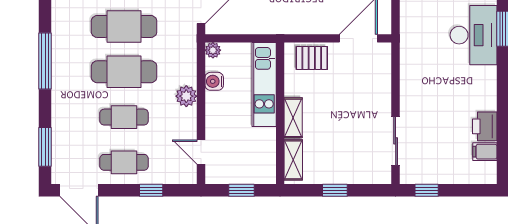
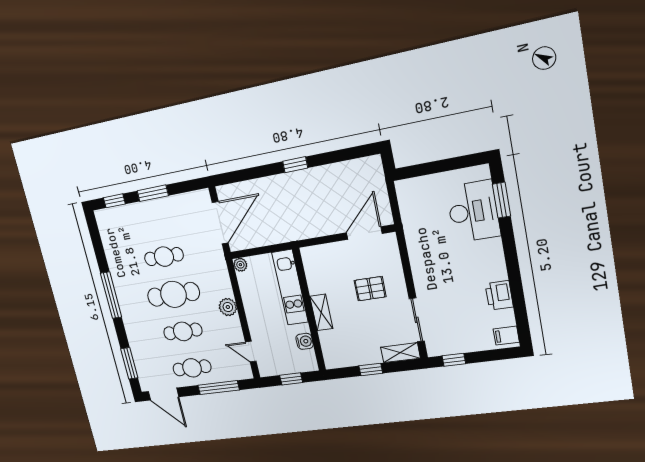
cafe table: (124, 26) -> (164, 257), width x0.73, depth x0.74
pallet: (312, 58) -> (370, 289), moved
water cooler: (214, 81) -> (305, 341), moved, turned 180
filing cabinet: (485, 152) -> (506, 336), moved
shelving: (293, 160) -> (400, 353), moved, turned 90
window: (151, 190) -> (219, 388), width x2.17

